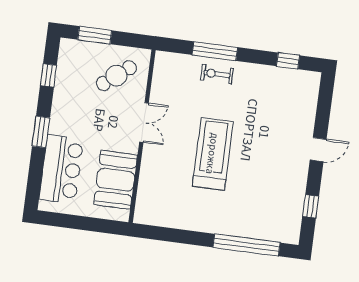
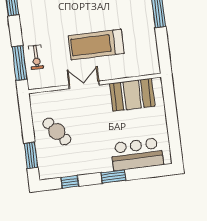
double door: (144, 123) -> (84, 85), moved
wall: (142, 136) -> (95, 84), moved
booth: (116, 180) -> (132, 95), moved

